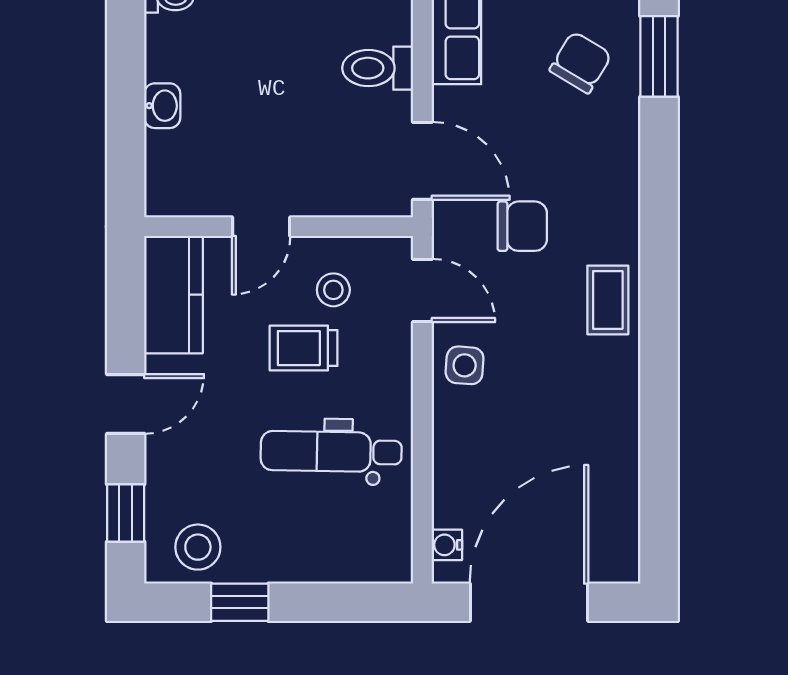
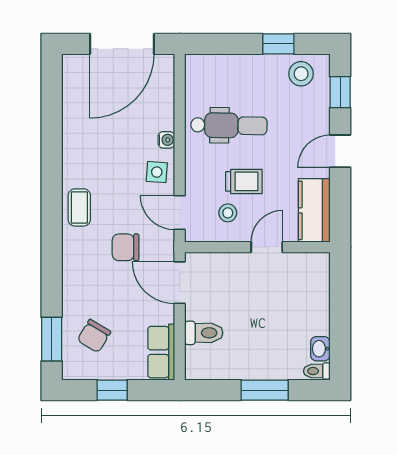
washbasin: (162, 106) -> (320, 349), moved
water cooler: (447, 545) -> (166, 140), moved

